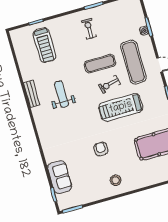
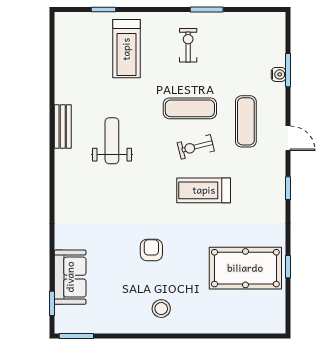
treadmill: (44, 45) -> (126, 49), moved
exercise mat: (133, 62) -> (246, 121), width x0.73, depth x0.69
treadmill: (121, 107) -> (204, 190), width x0.73, depth x0.73

